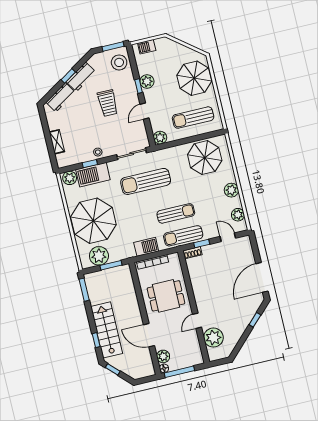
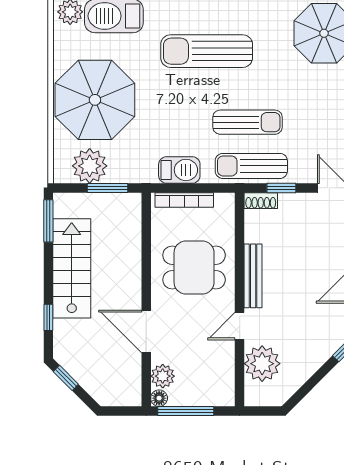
bench: (198, 293) -> (253, 276), added
stairs: (107, 330) -> (72, 268), moved

